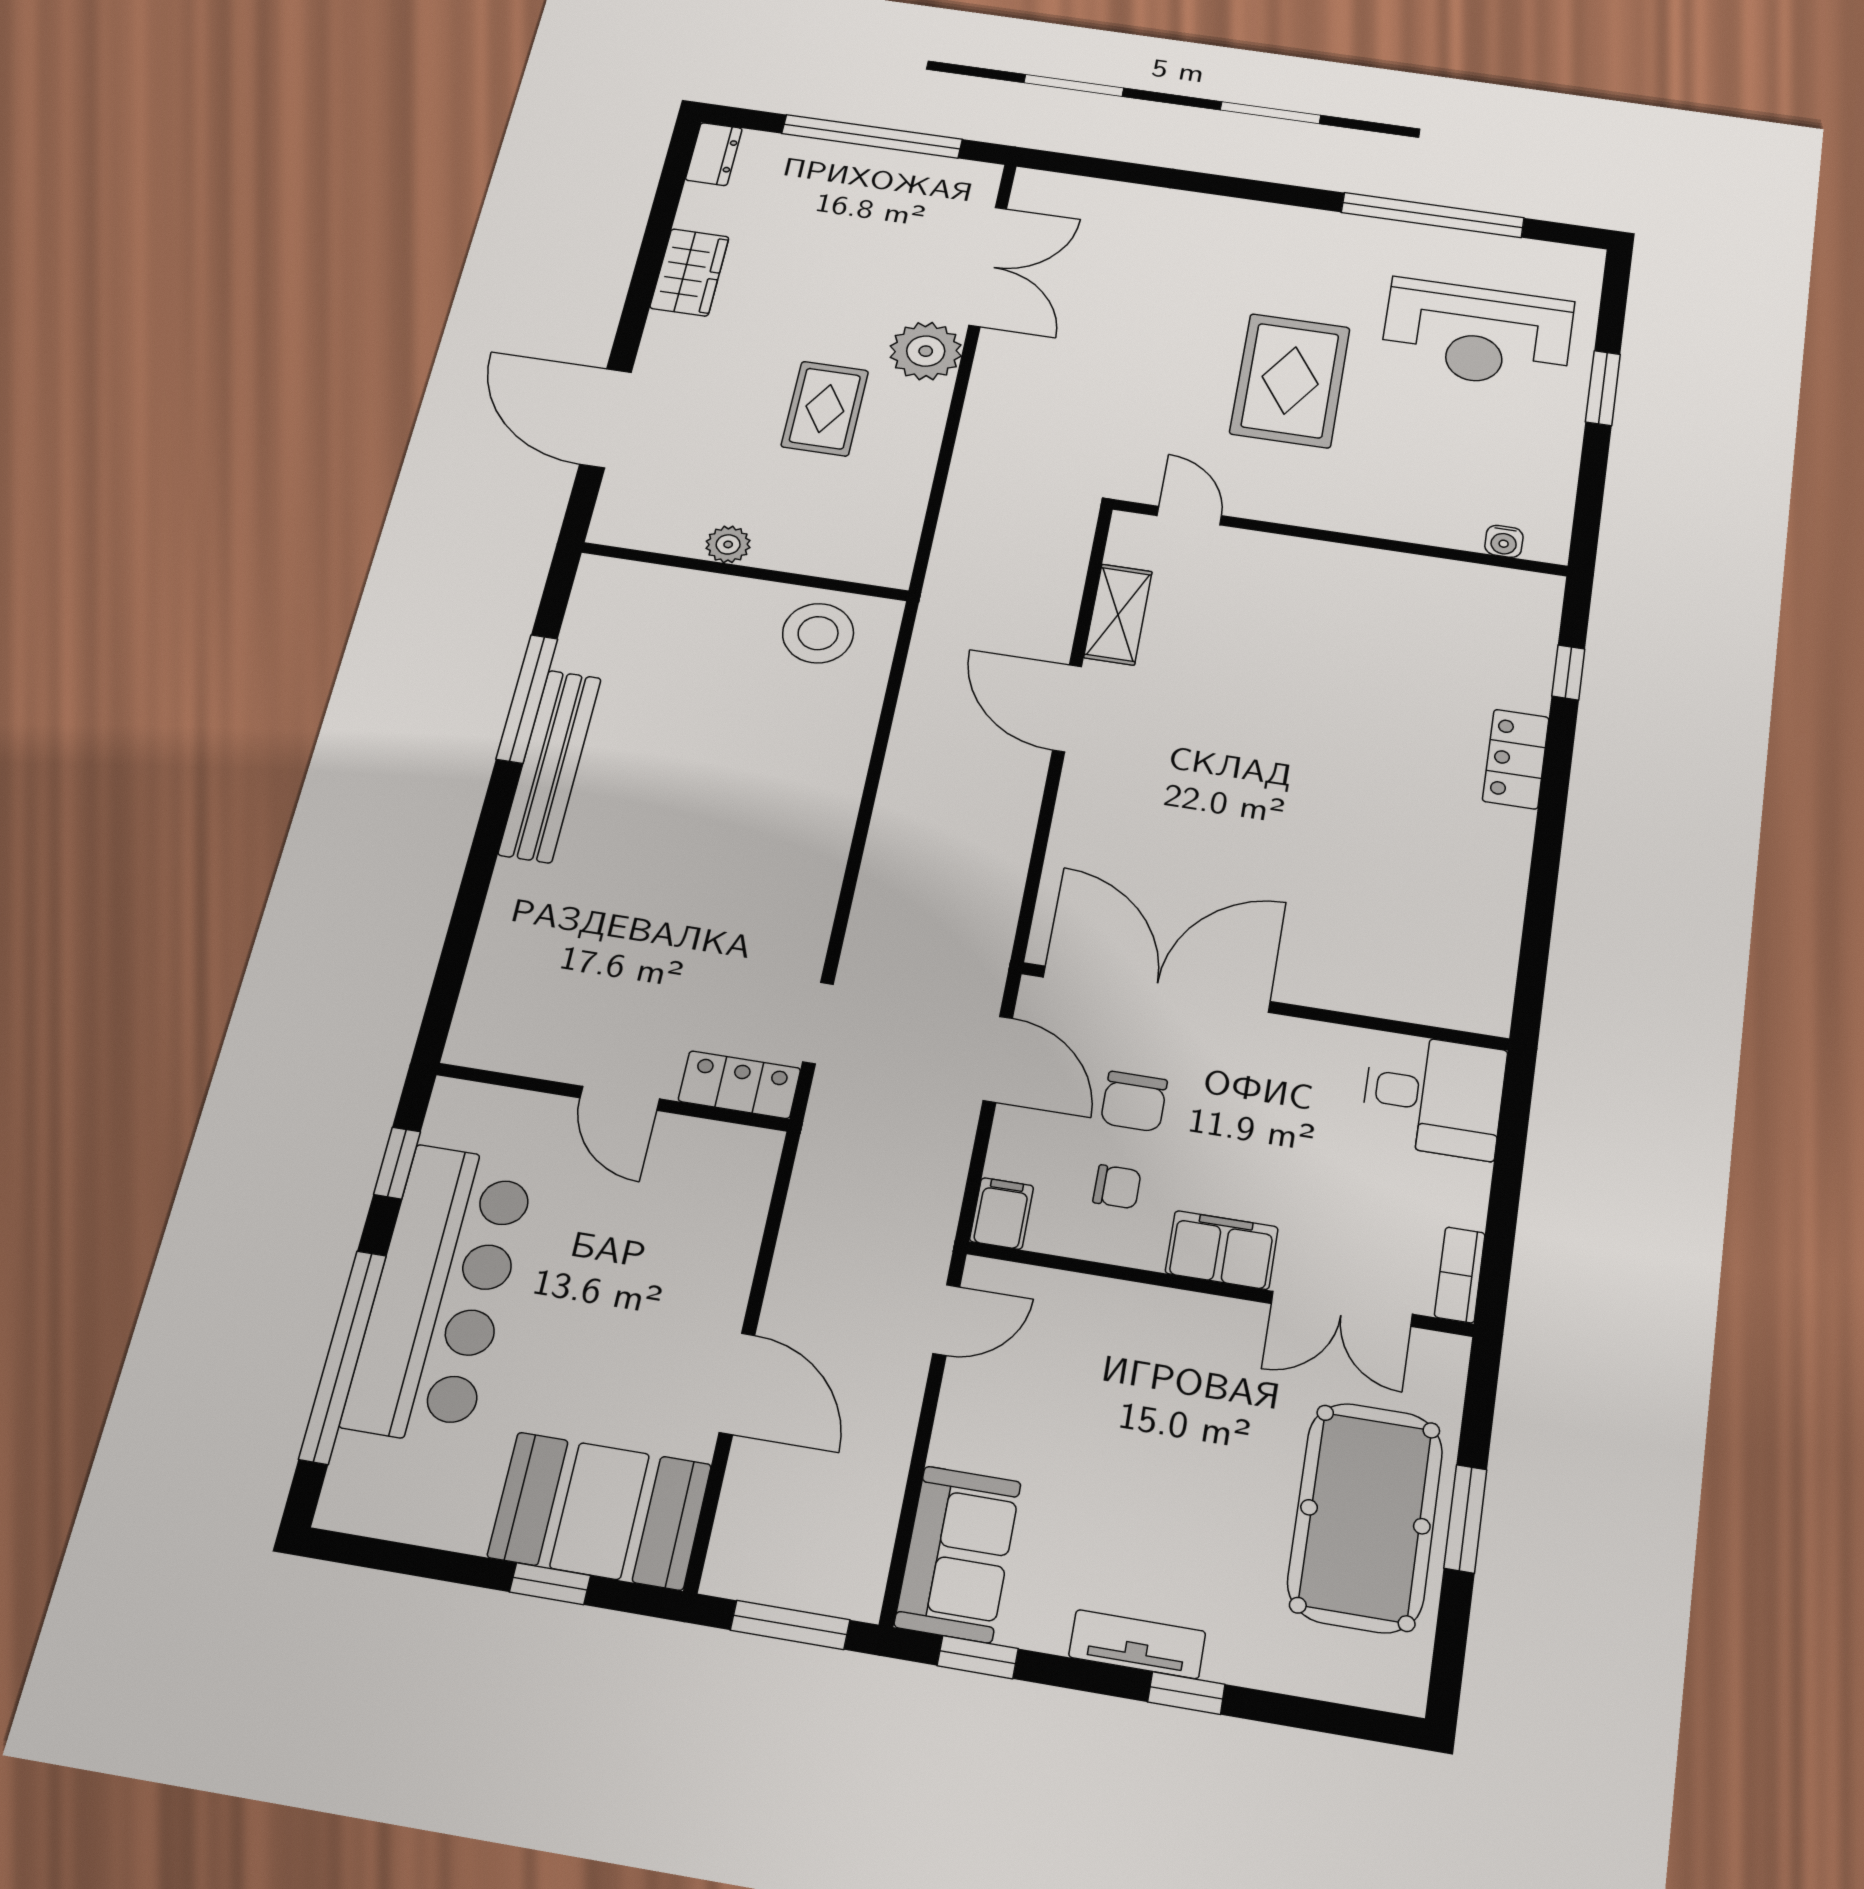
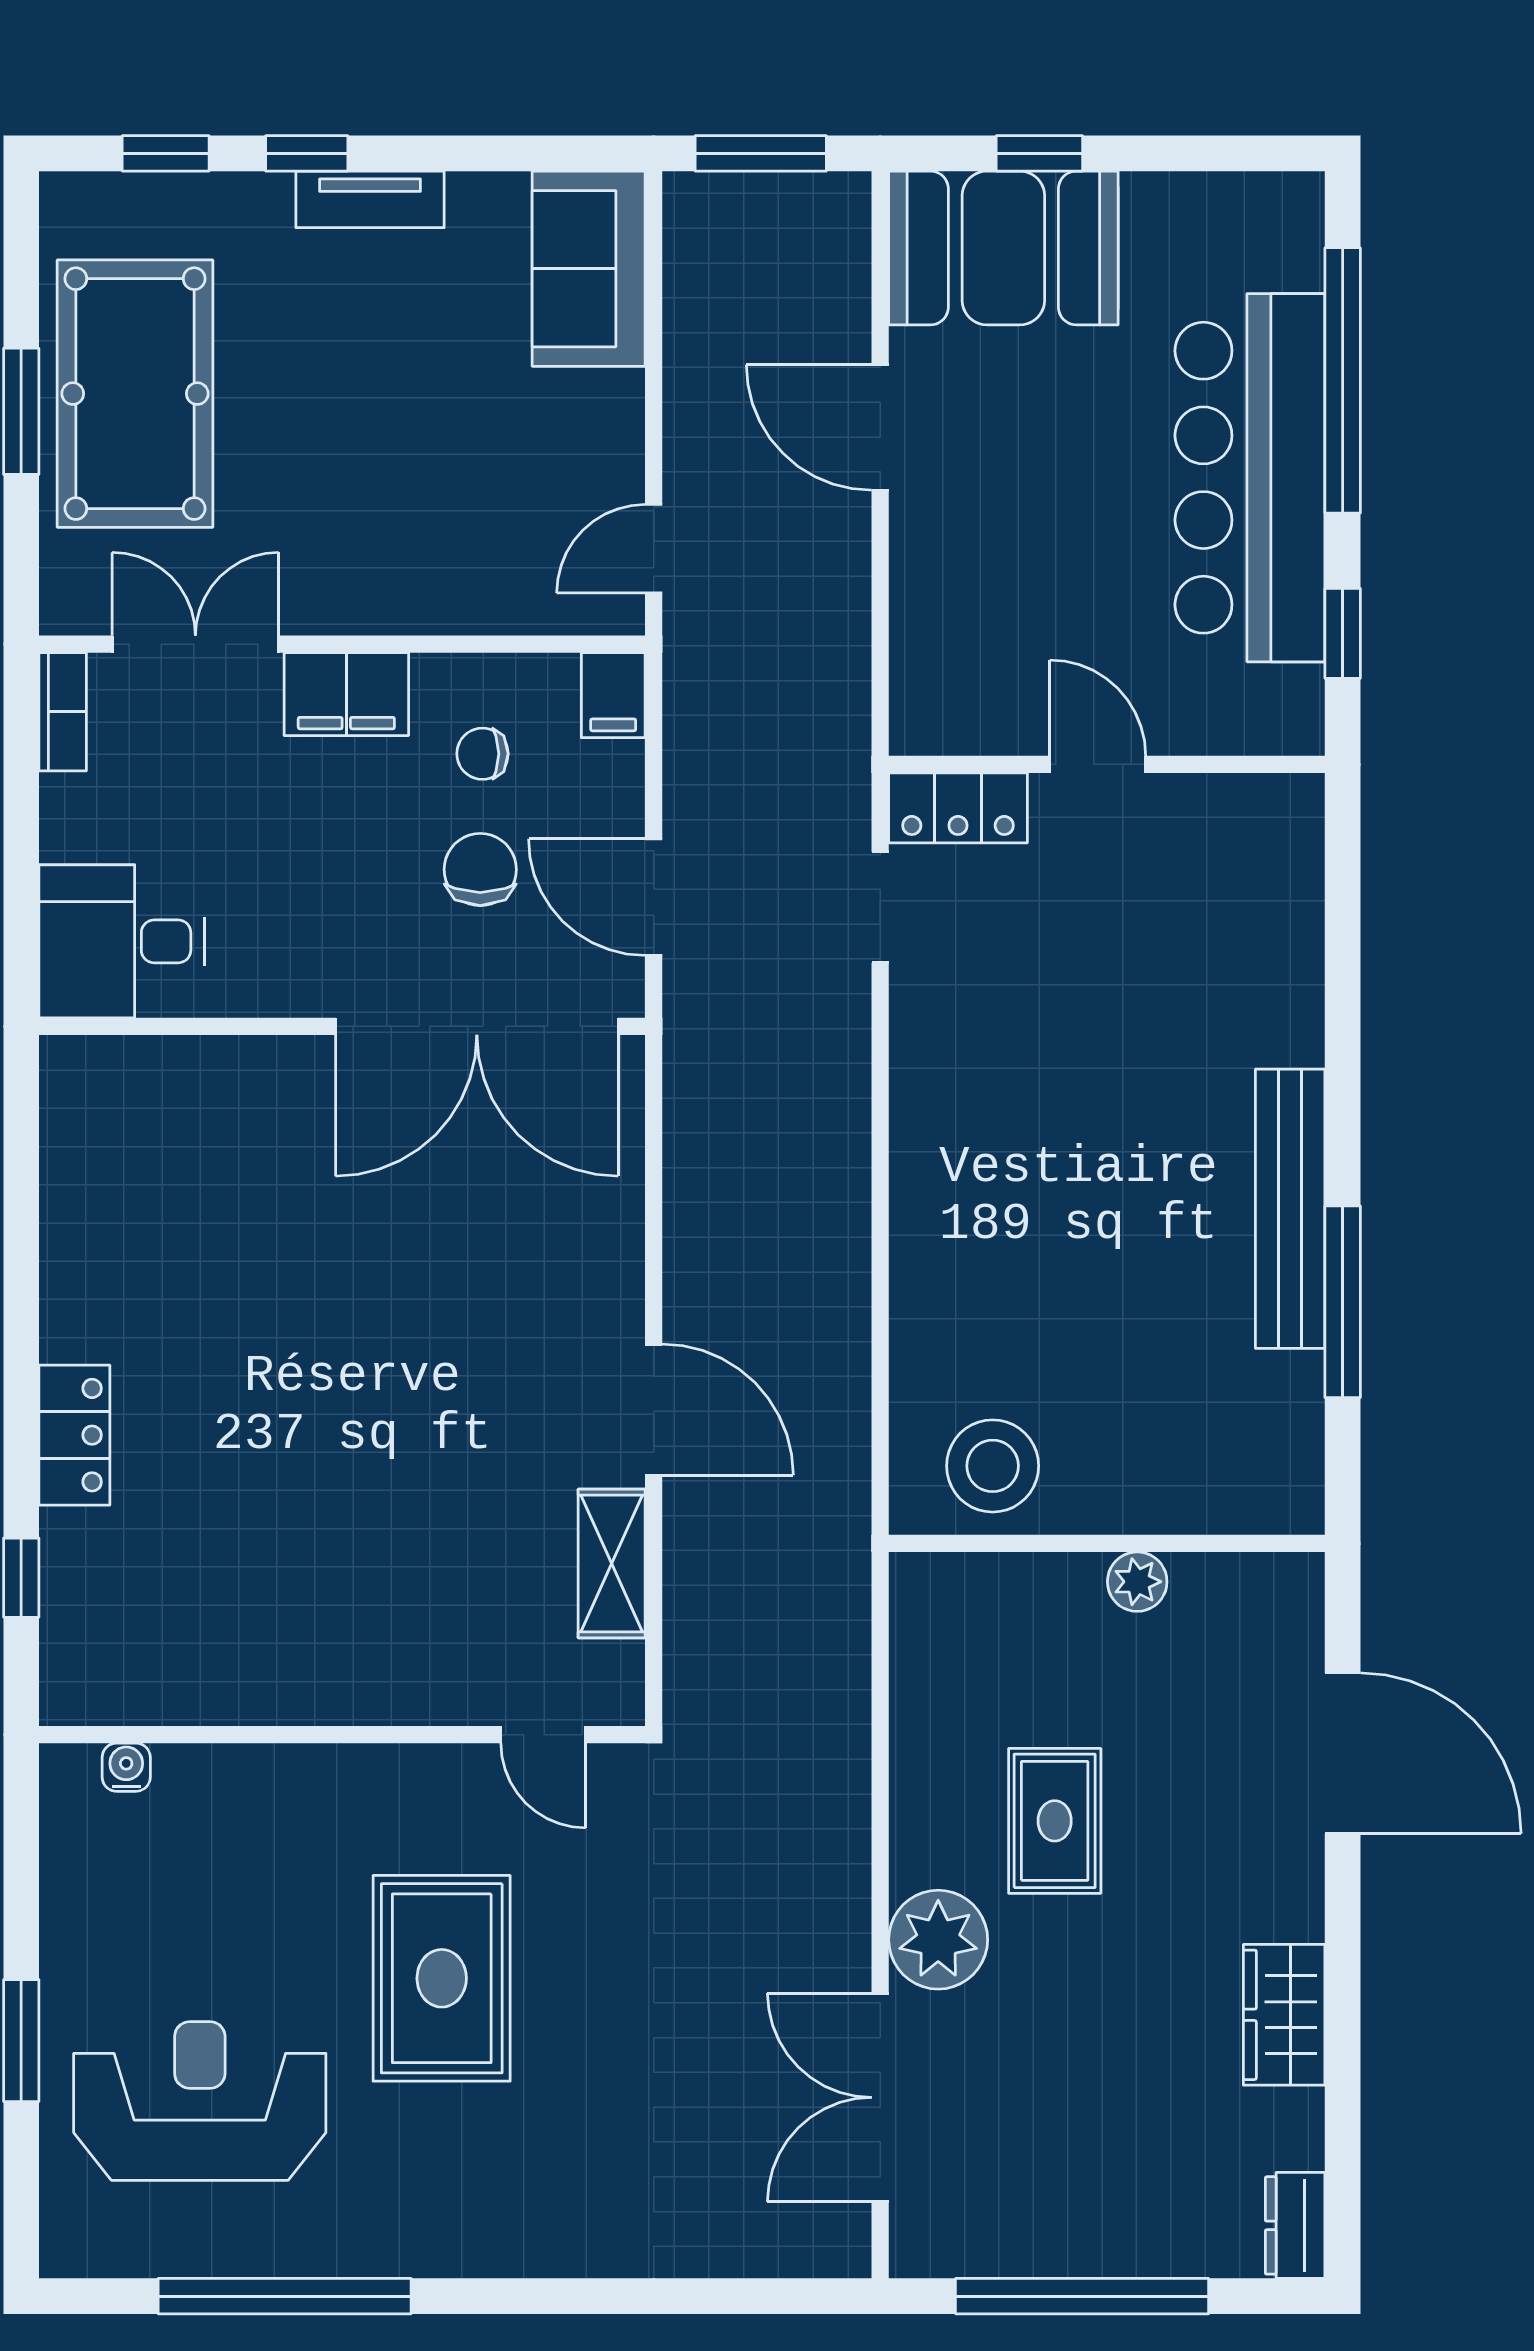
window: (978, 1657) -> (166, 153), moved

